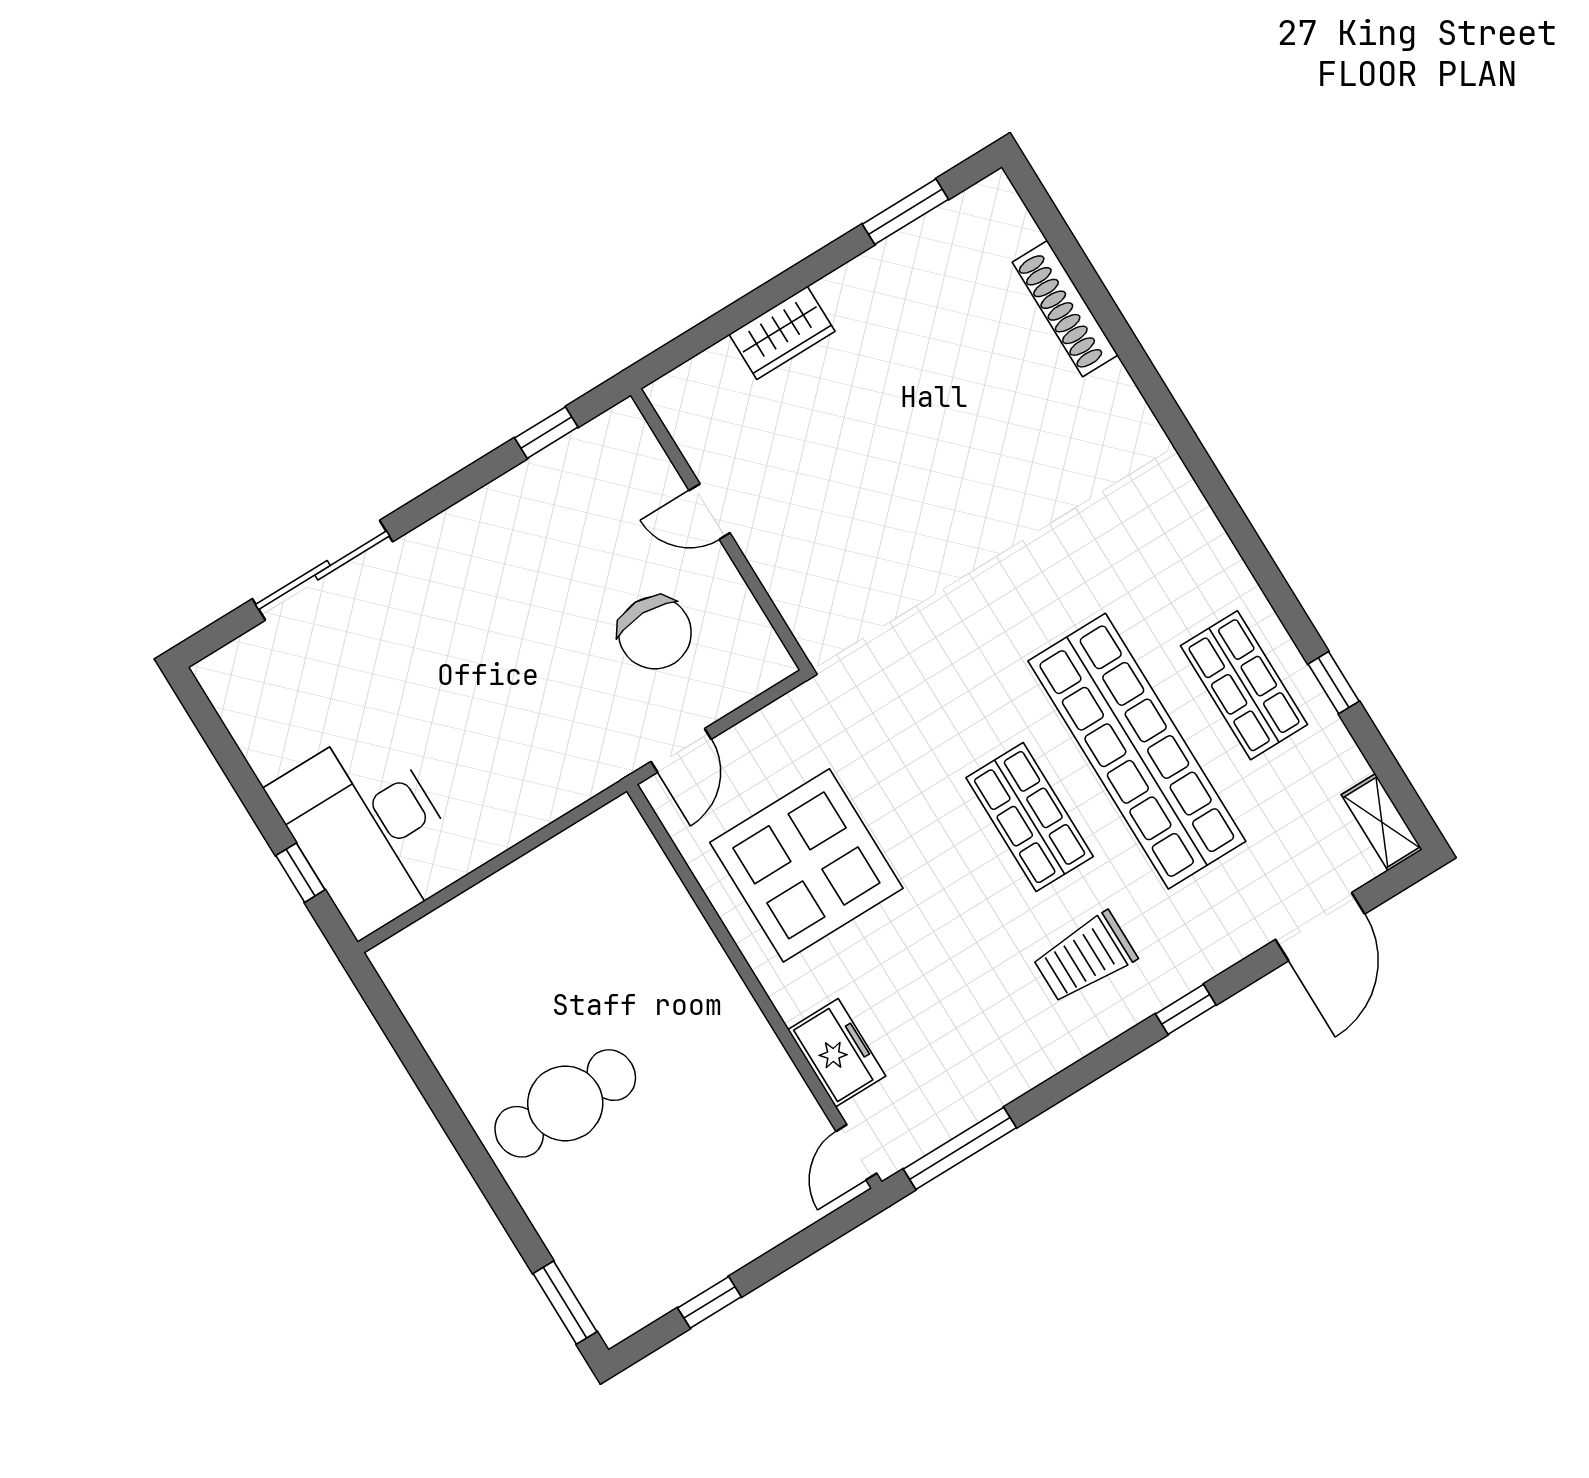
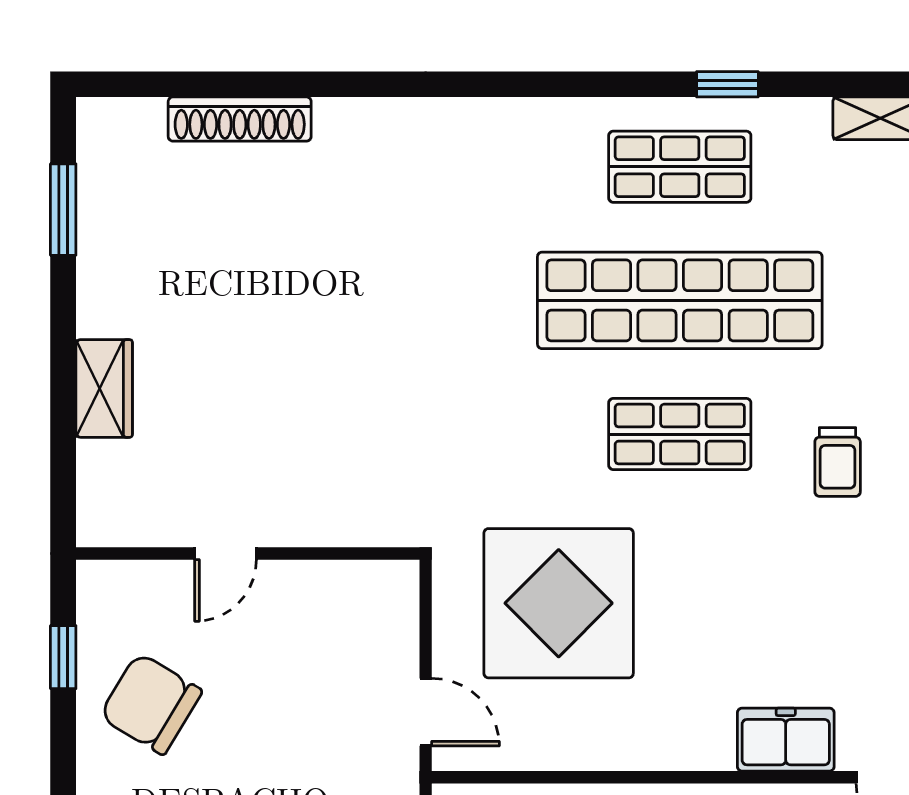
chair: (655, 633) -> (151, 704), moved, turned -149
display table: (806, 865) -> (559, 603), moved
trolley: (1085, 957) -> (838, 462), width x0.73, depth x0.72

